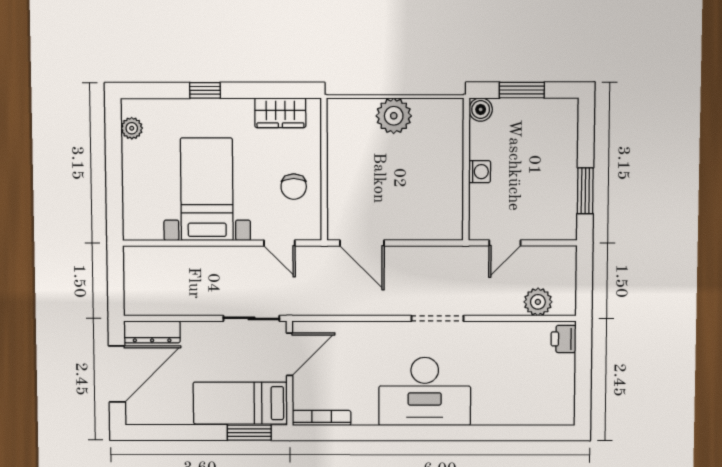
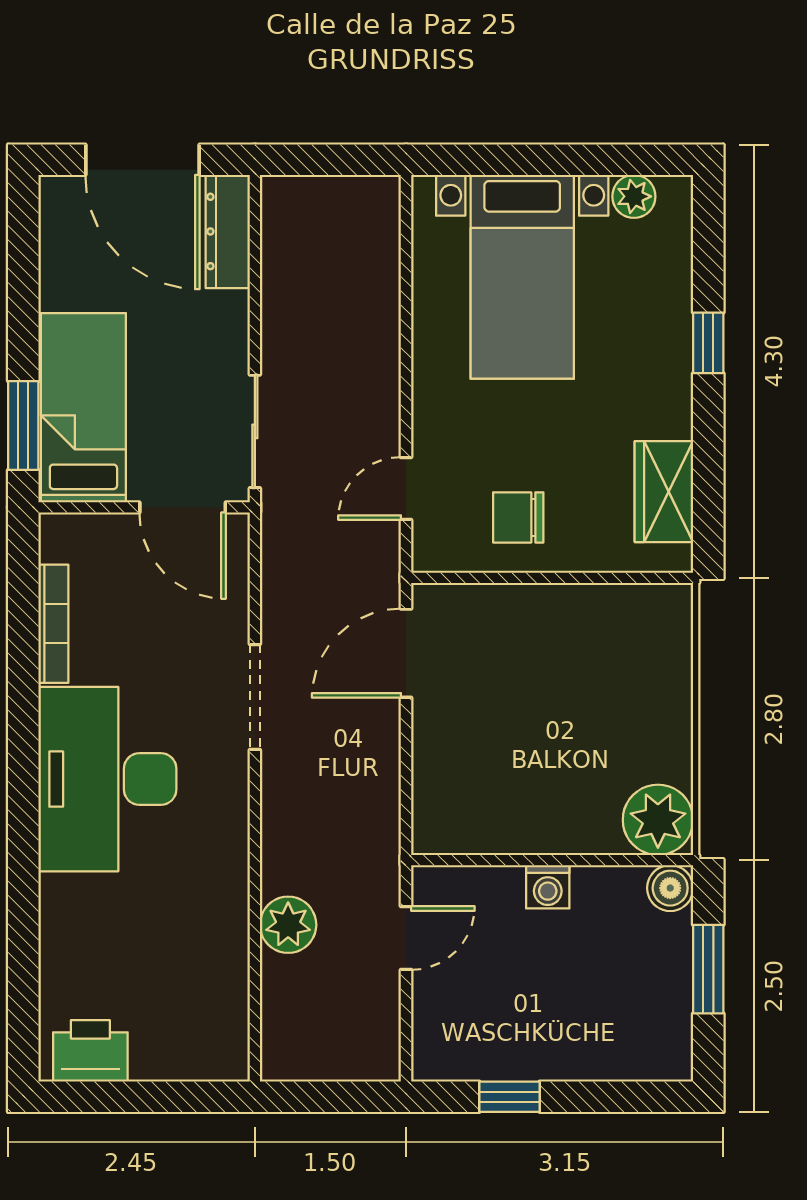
plant: (394, 116) -> (658, 820), moved
bed with nightstands: (207, 189) -> (522, 277), moved, turned 90
window: (585, 191) -> (509, 1097), width x0.67
door: (505, 243) -> (406, 938), swing flipped
plant: (538, 302) -> (288, 925), moved
doorway: (437, 318) -> (255, 697), moved
printer: (563, 339) -> (90, 1051), moved, width x1.36, depth x1.24
bookcase: (322, 418) -> (53, 624), moved

